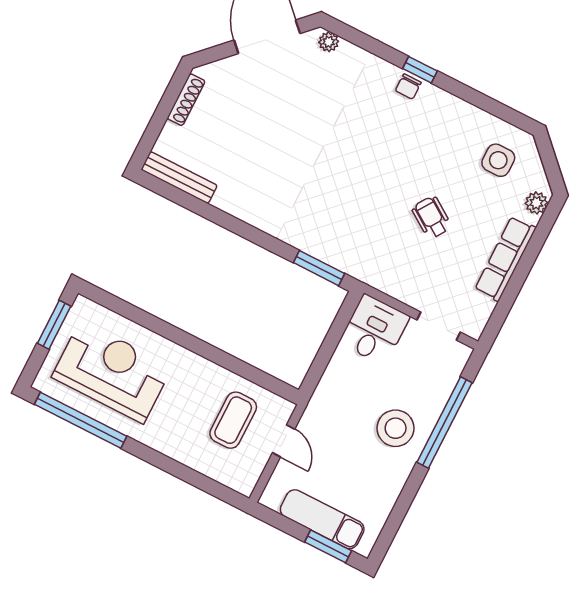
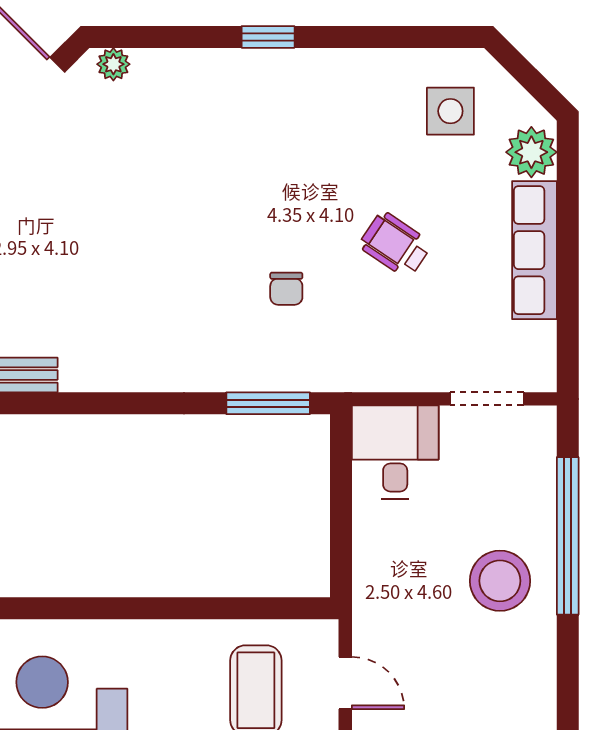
chair: (408, 87) -> (286, 289), moved
plant: (536, 203) -> (531, 152), width x1.38, depth x1.38

